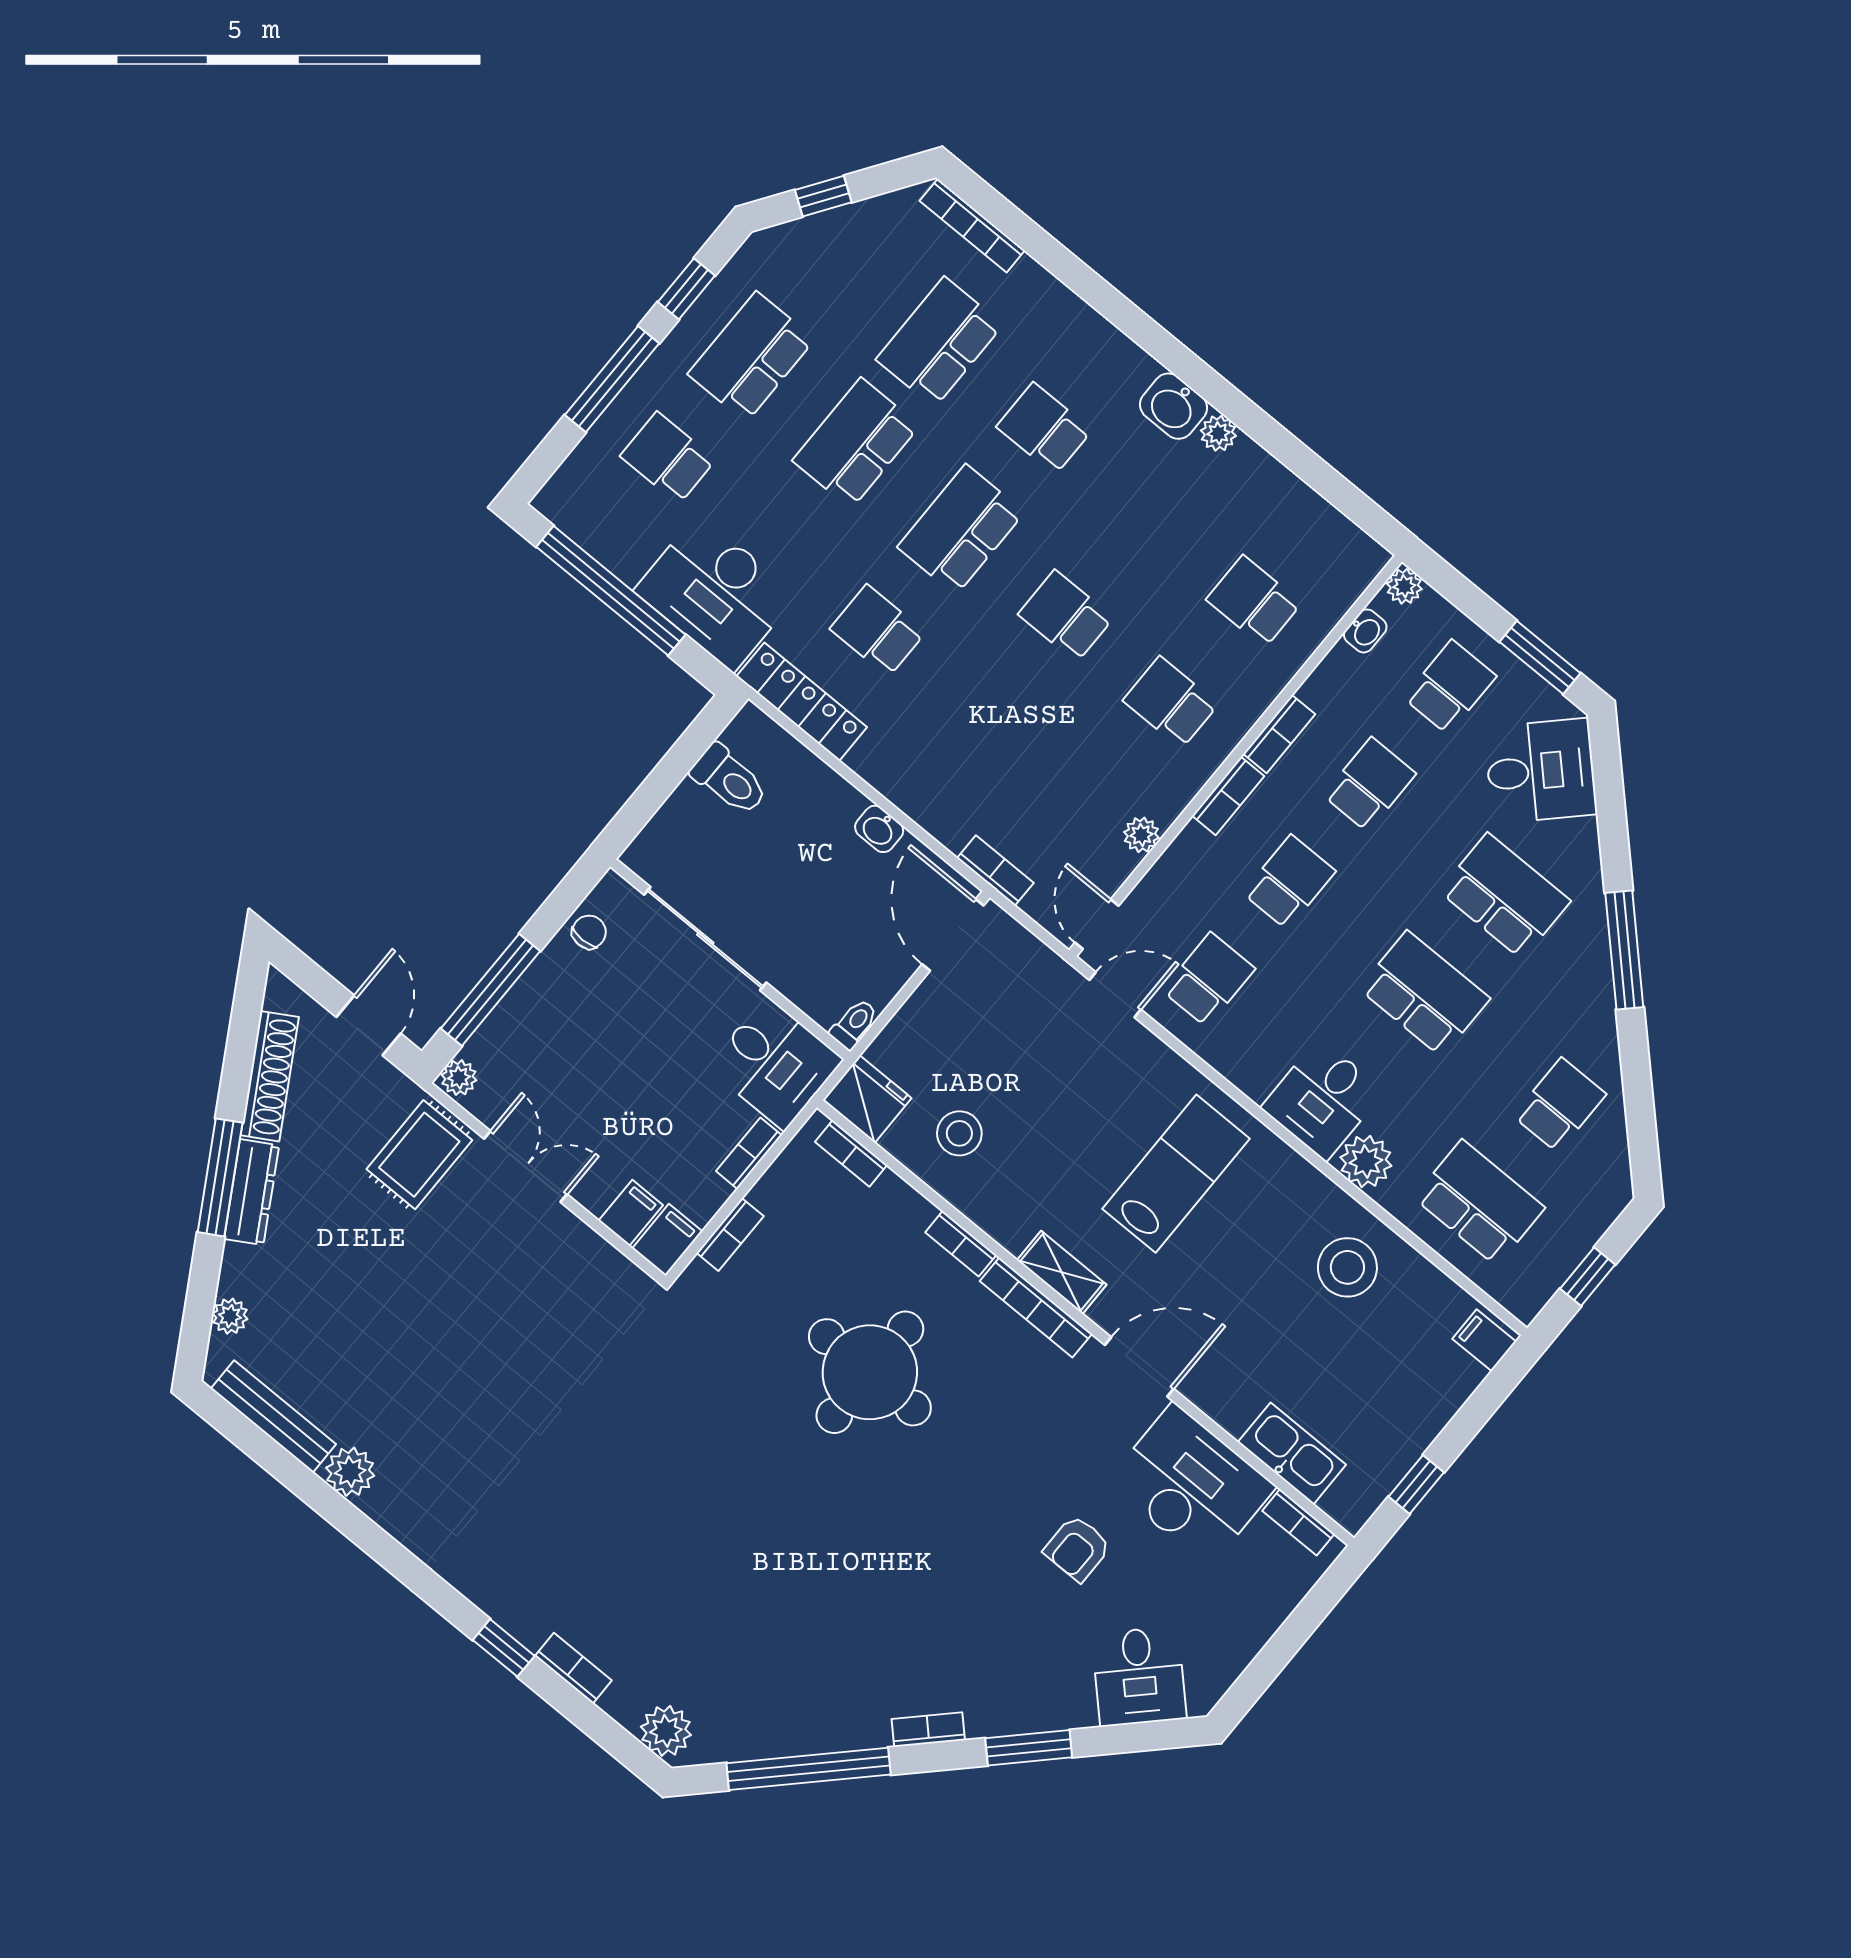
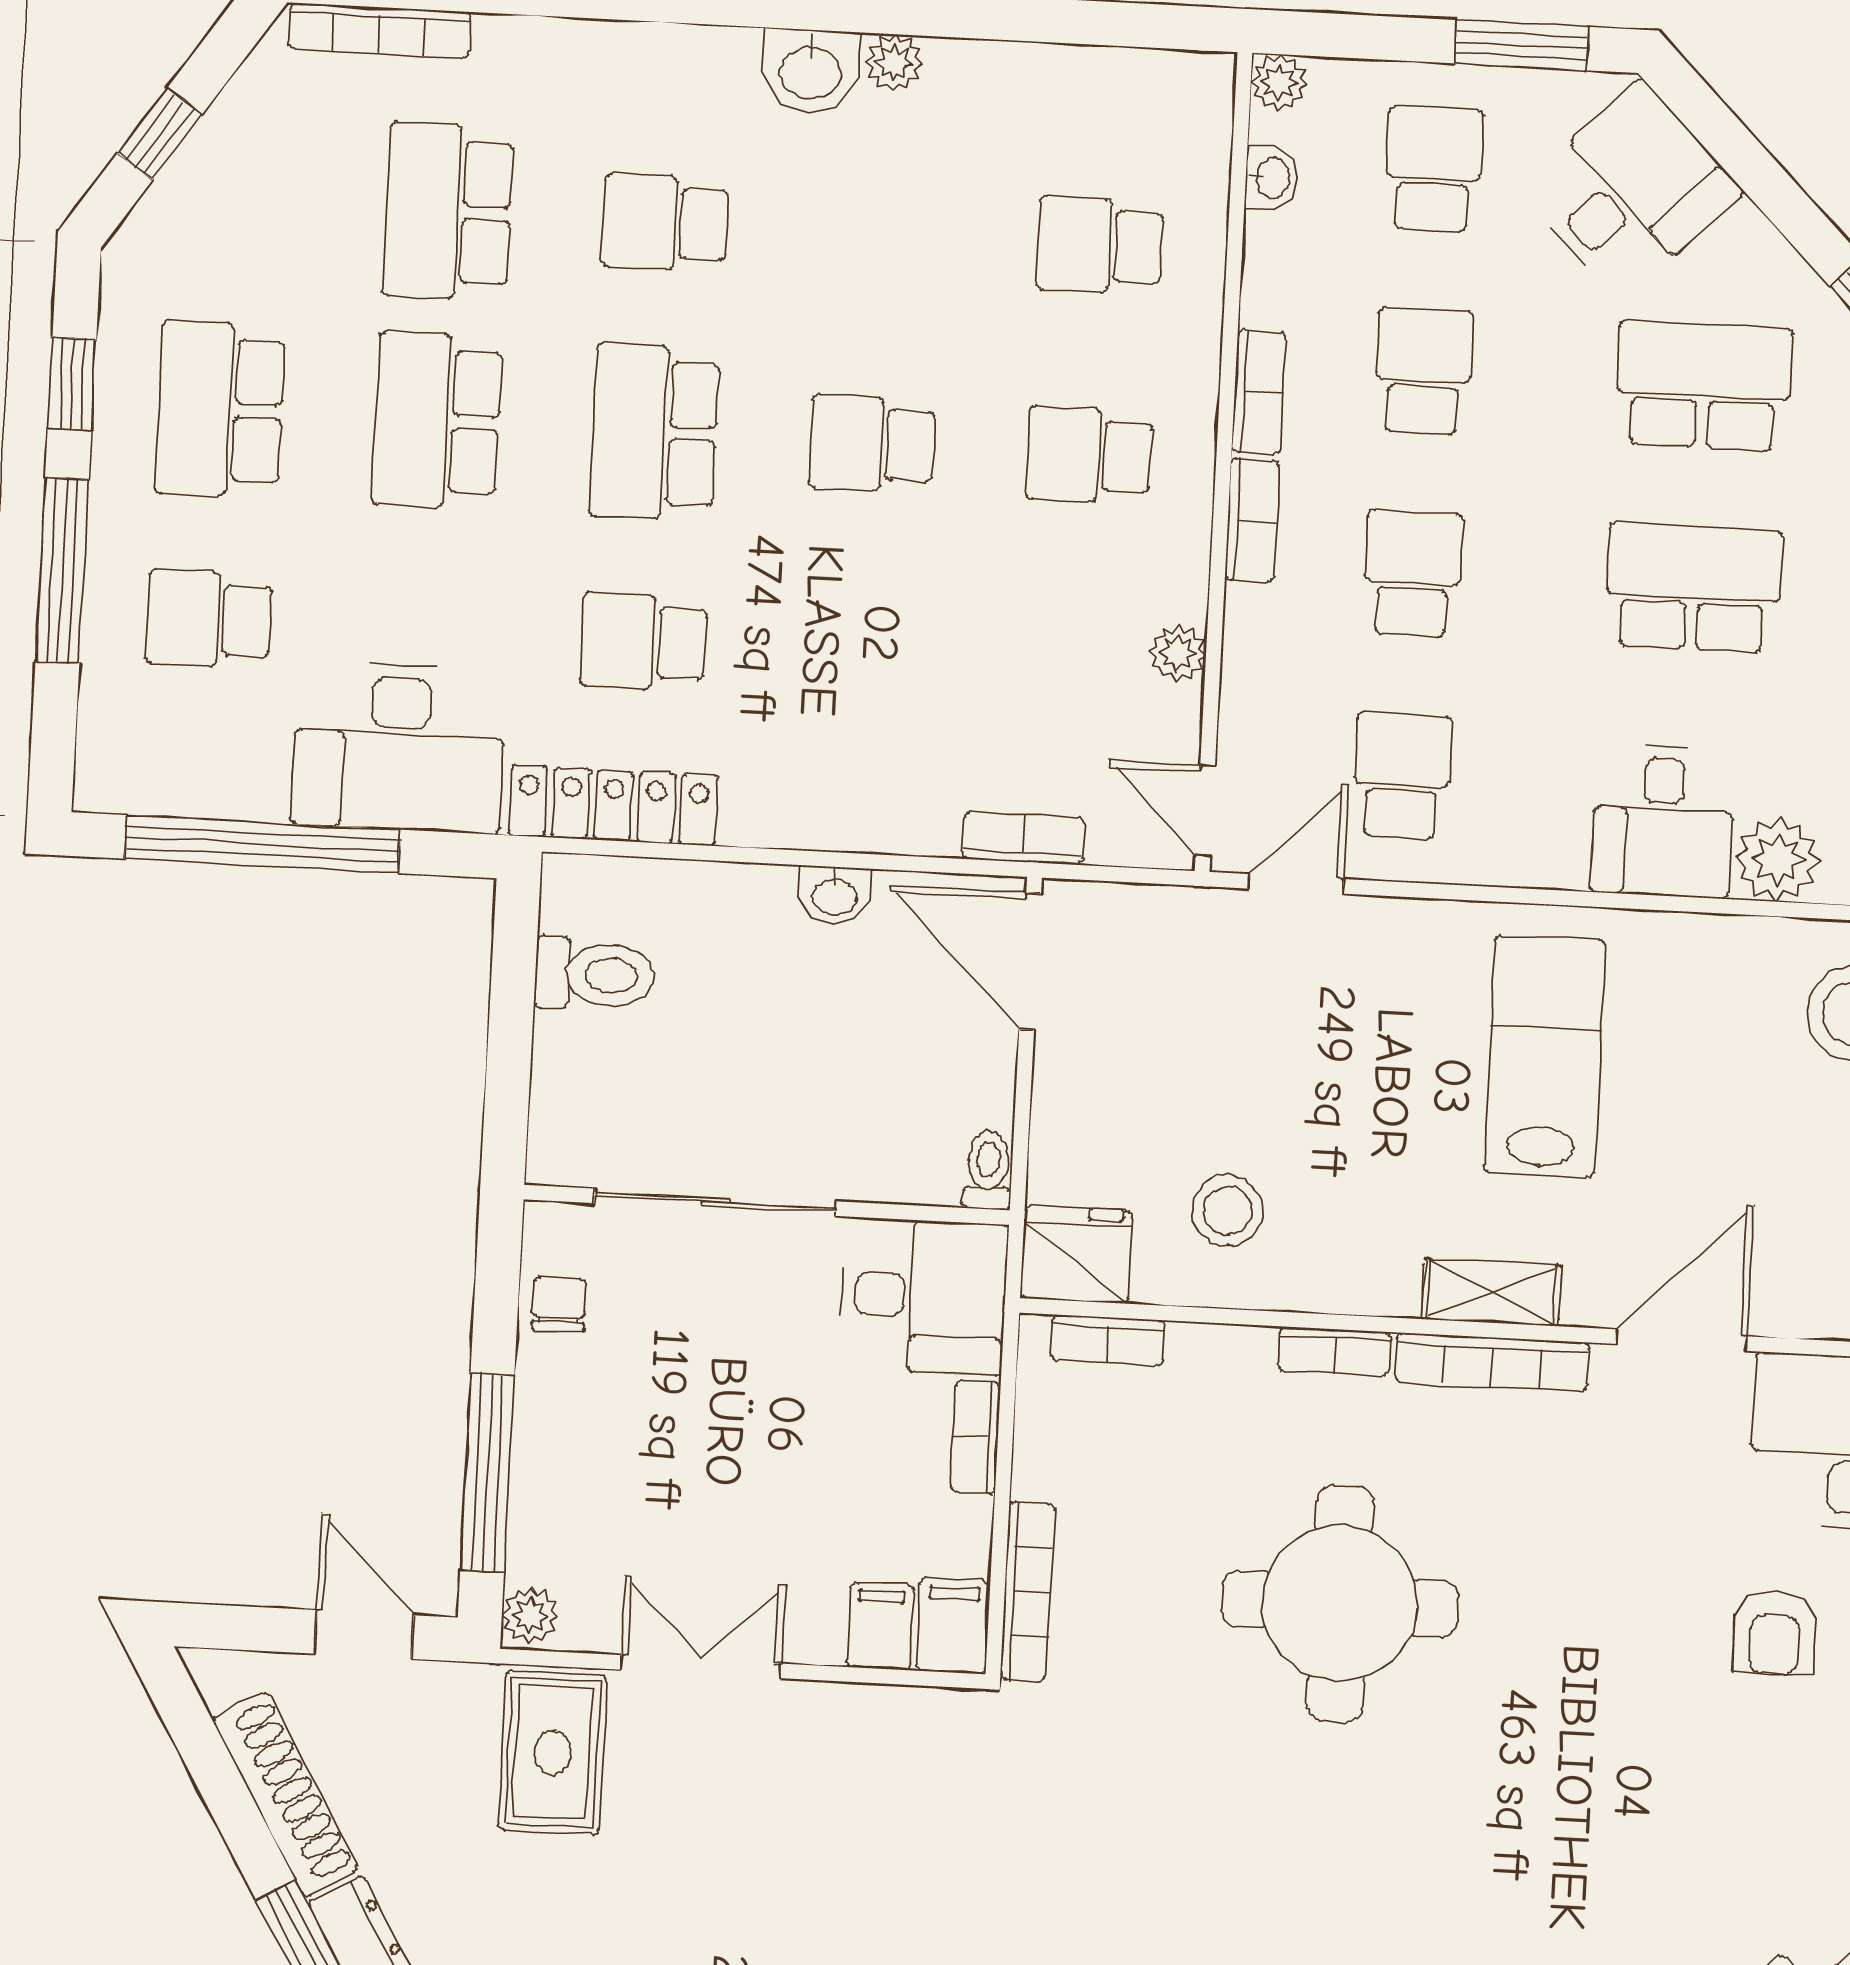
bookcase: (730, 1235) -> (1027, 1591), width x1.56

